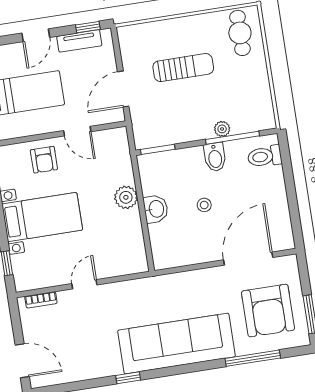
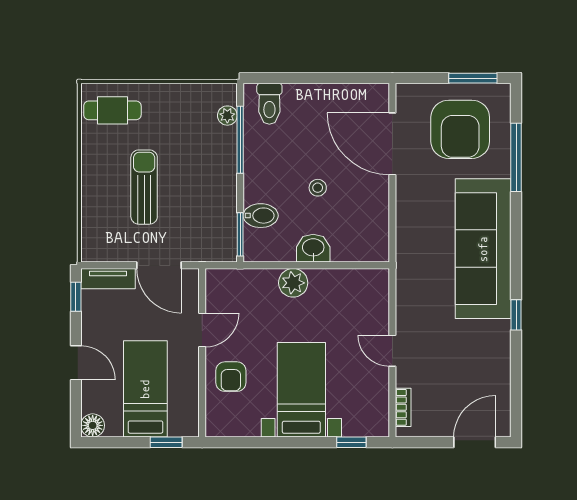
tv unit: (79, 41) -> (108, 279), moved, turned 90
plant: (222, 129) -> (227, 116), moved
bidet: (215, 157) -> (261, 216), moved
armchair: (44, 160) -> (231, 377), turned 90
armchair: (268, 311) -> (460, 129), turned 90

